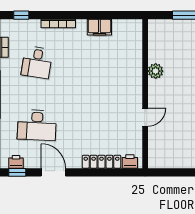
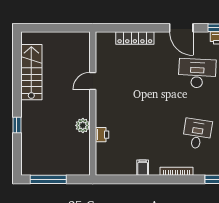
filing cabinet: (99, 27) -> (143, 168), width x0.50
printer: (130, 161) -> (102, 135), moved, turned -90

